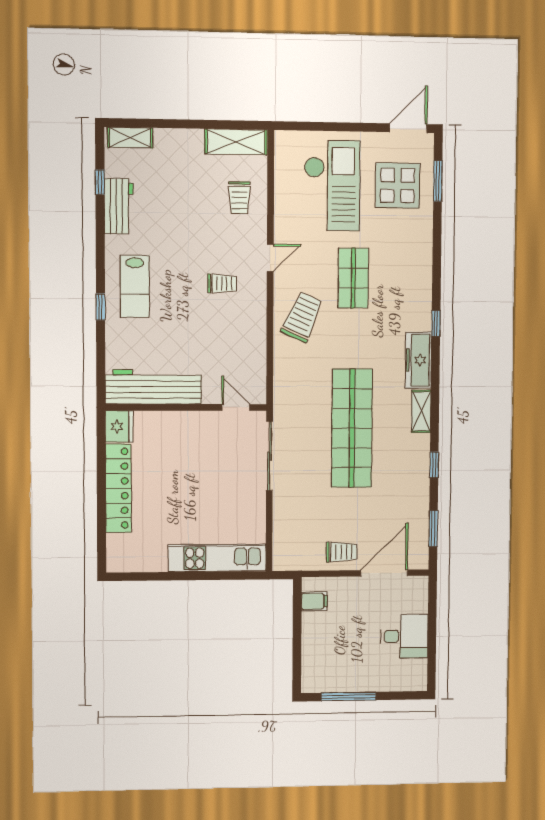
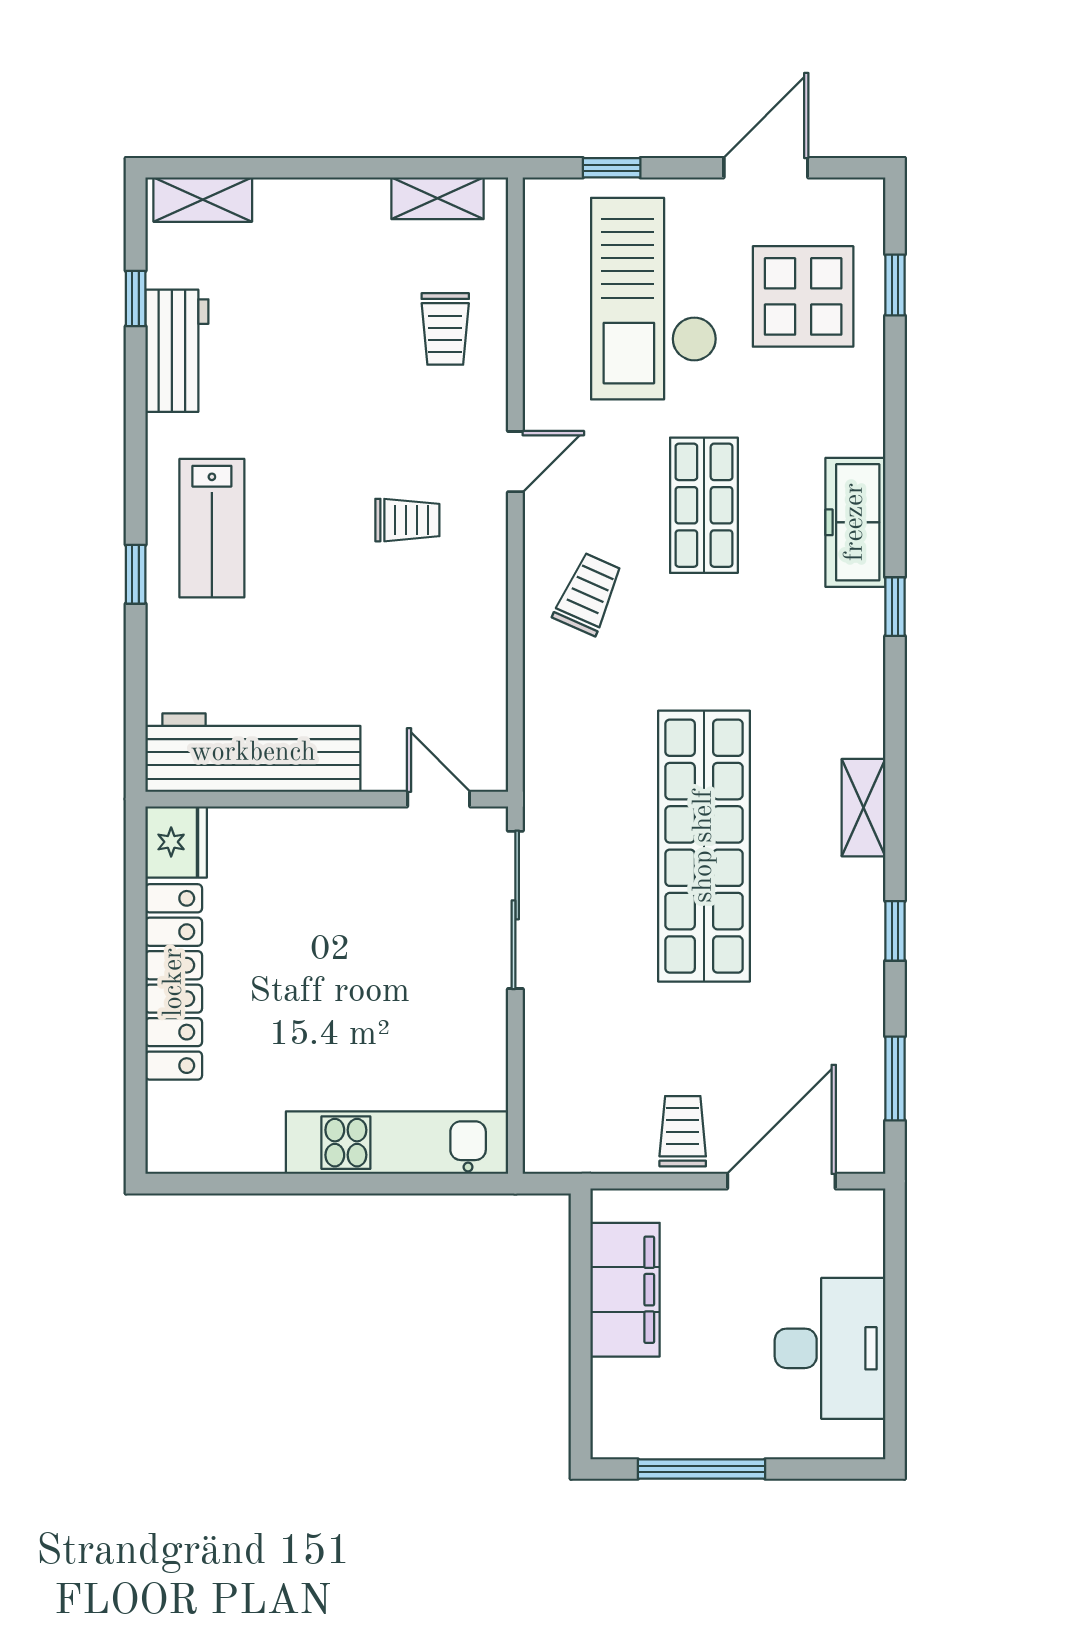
window: (314, 126) -> (612, 168), added
door: (408, 128) -> (766, 168), moved
shelving: (236, 142) -> (438, 198), width x0.67, depth x0.75
window: (438, 181) -> (895, 285), width x0.67
checkout: (332, 186) -> (654, 299), turned 180
trolley: (302, 317) -> (588, 594), width x0.73, depth x0.72
freezer: (418, 360) -> (855, 522), moved
trolley: (342, 552) -> (683, 1131), turned -90
filing cabinet: (314, 601) -> (625, 1290), width x3.00, depth x1.17
desk: (404, 636) -> (830, 1348), width x1.37

